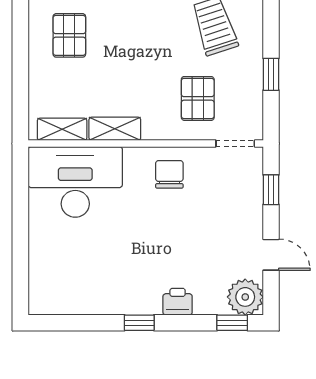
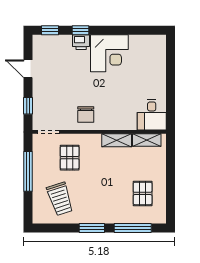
window: (271, 74) -> (28, 171), width x2.17
desk: (75, 182) -> (152, 115), width x0.53, depth x0.77
corner desk: (128, 282) -> (109, 53), added
plant: (245, 297) -> (43, 45), removed
window: (139, 323) -> (81, 30), moved

